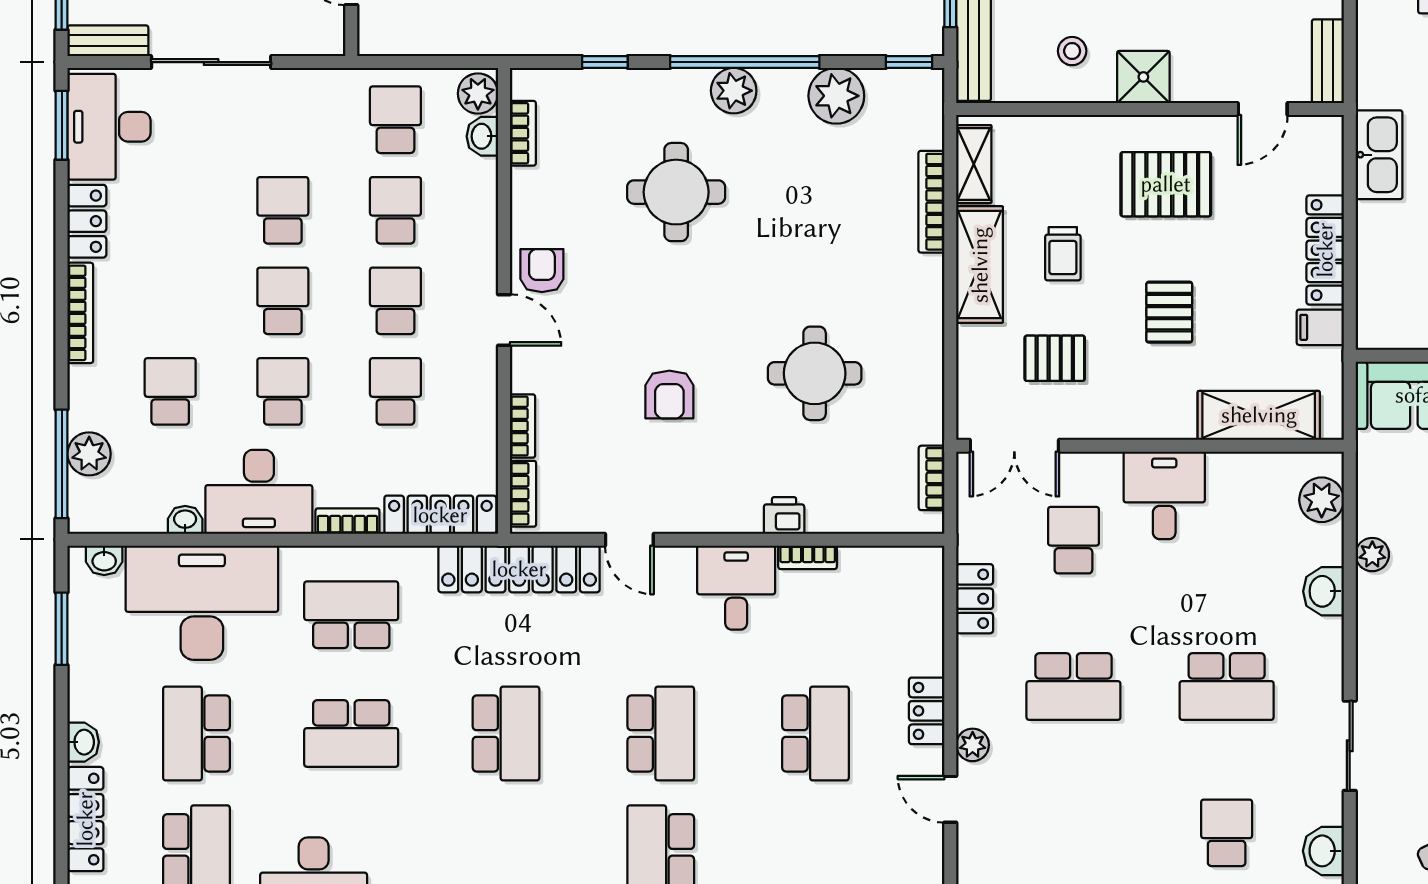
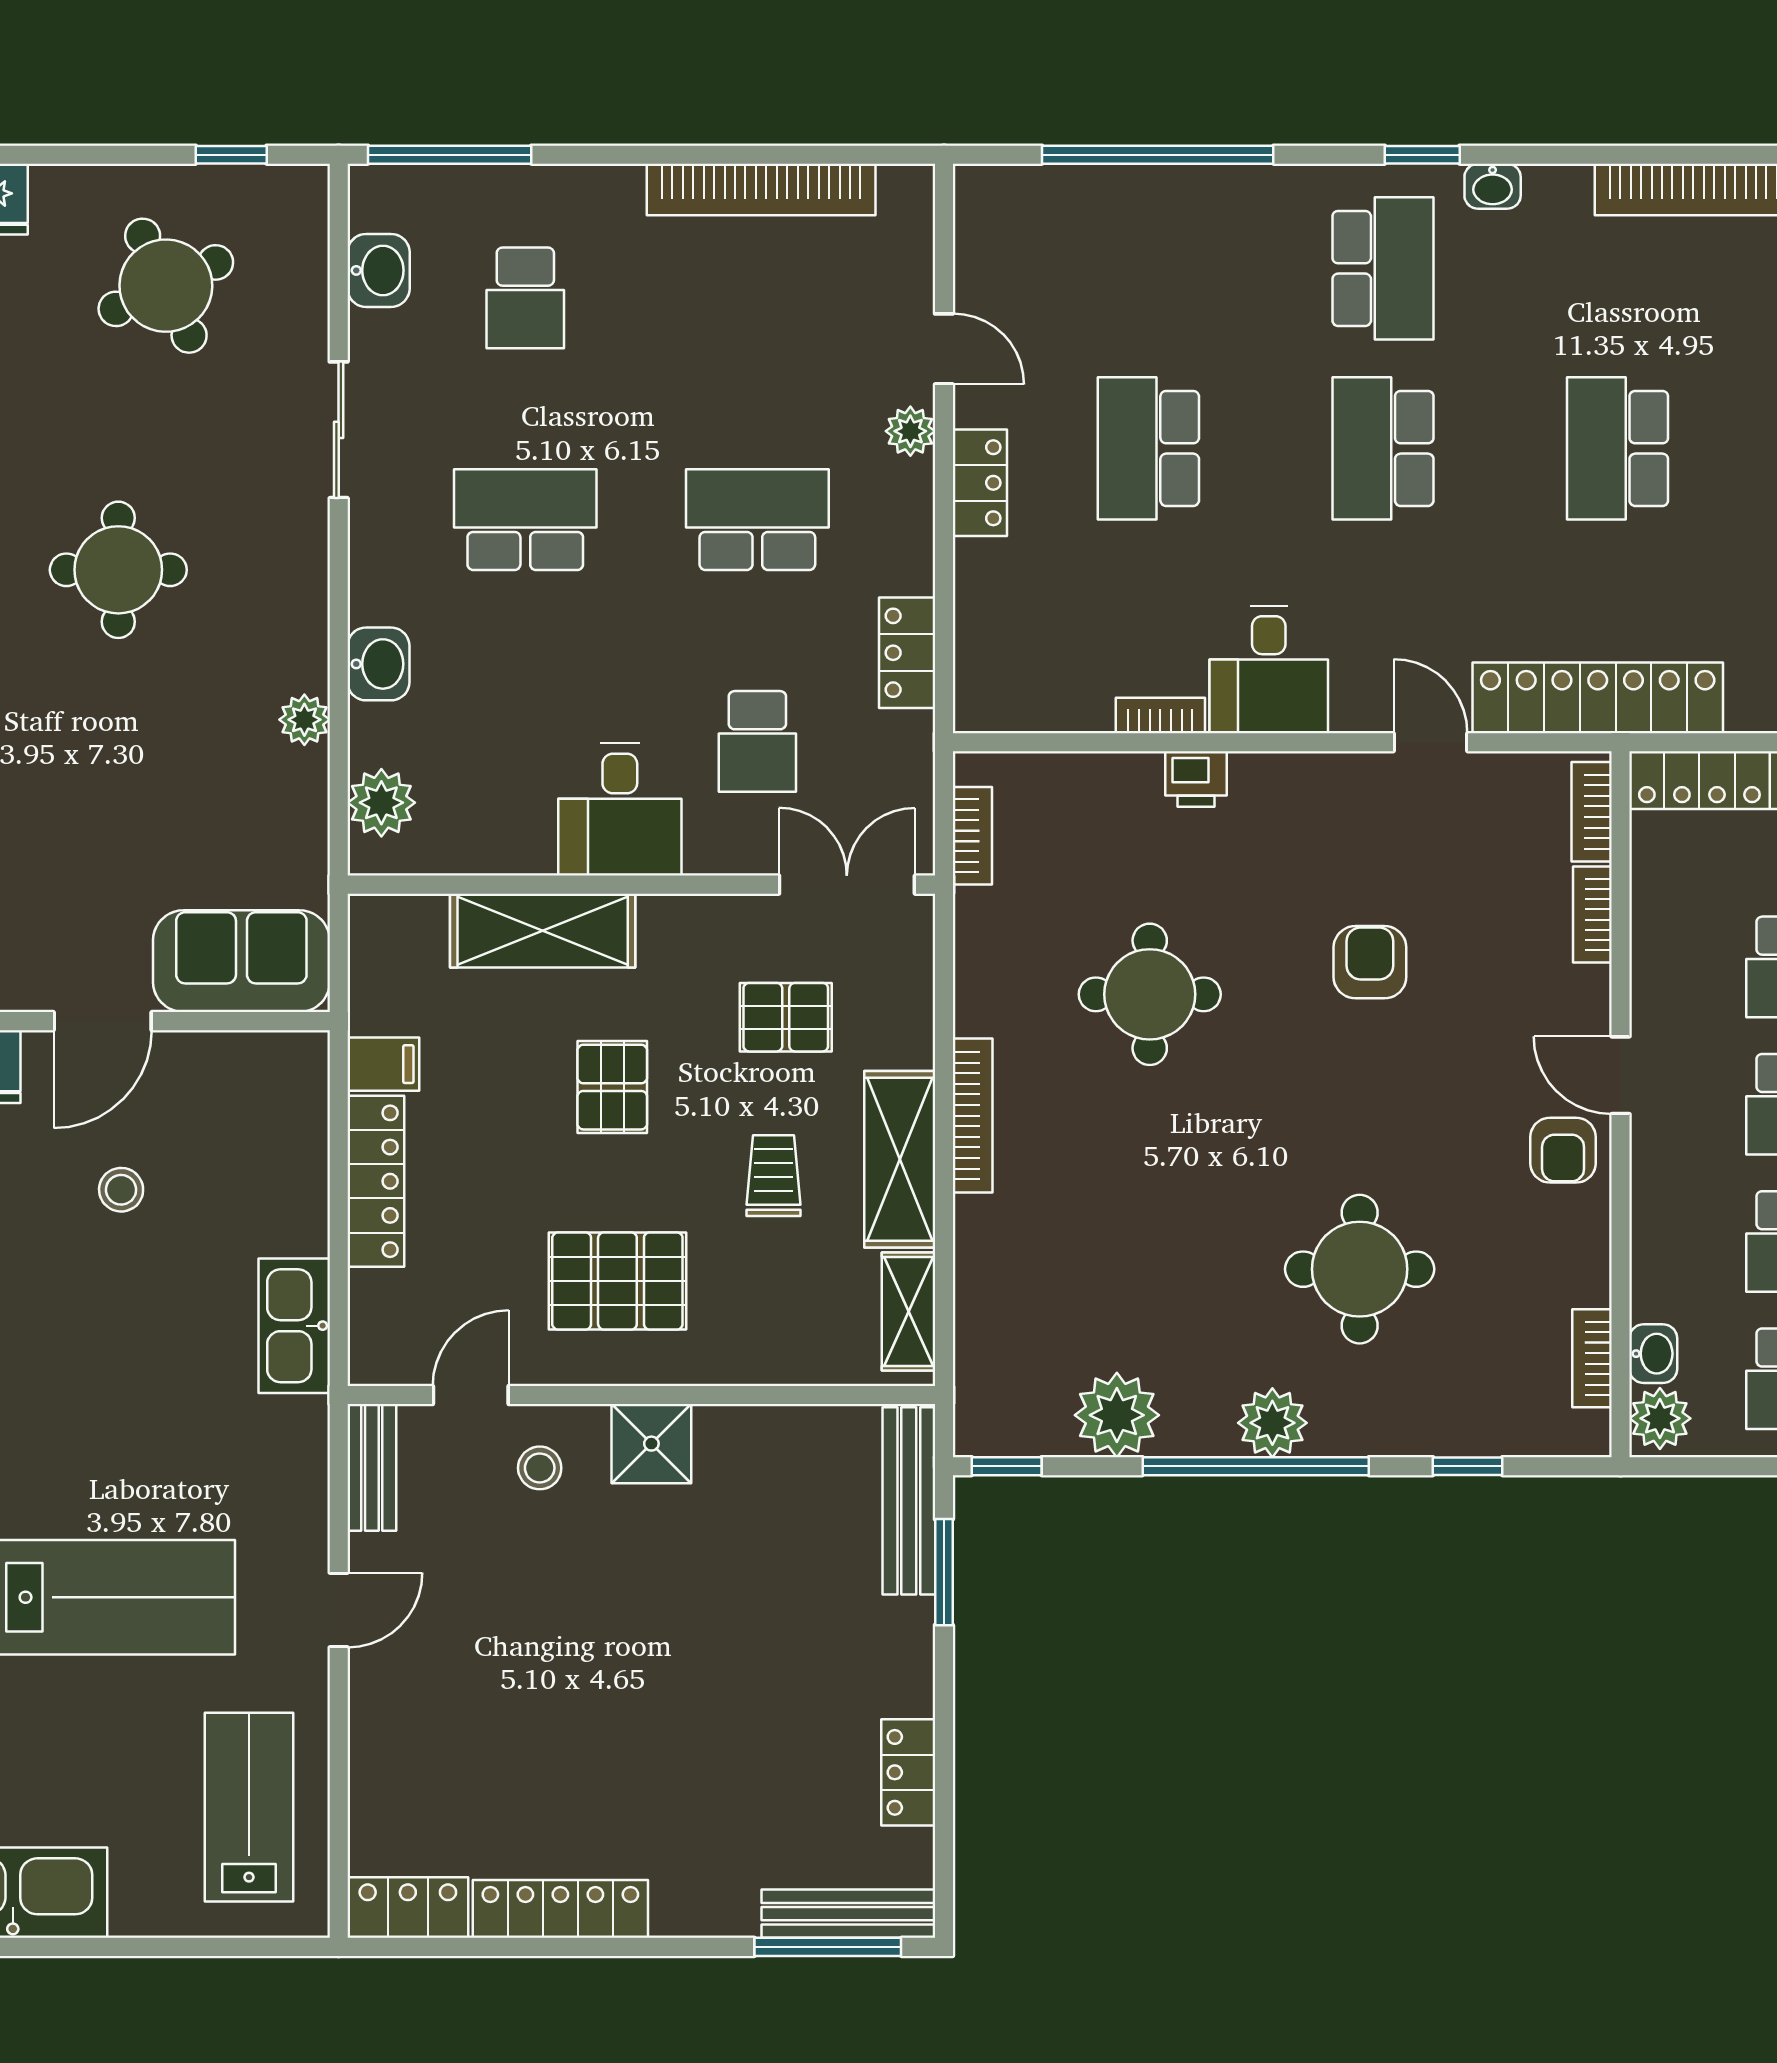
stool: (1072, 51) -> (540, 1468), moved
bookcase: (931, 202) -> (973, 1116), moved
shelving: (1259, 415) -> (543, 931), moved

